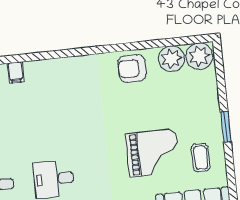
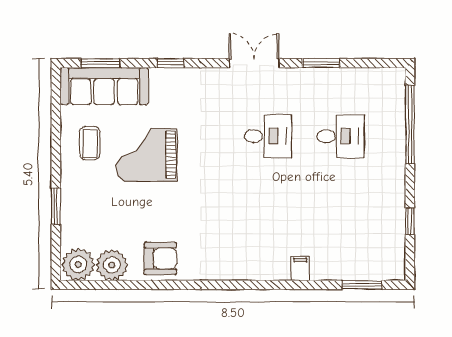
window: (226, 127) -> (56, 206), moved

